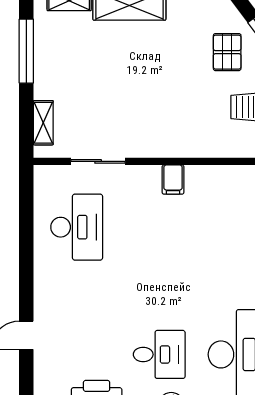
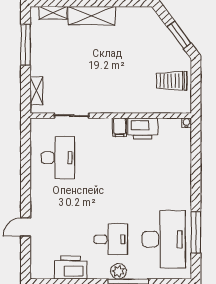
pallet: (227, 52) -> (154, 46), removed
printer: (209, 182) -> (143, 129), added

